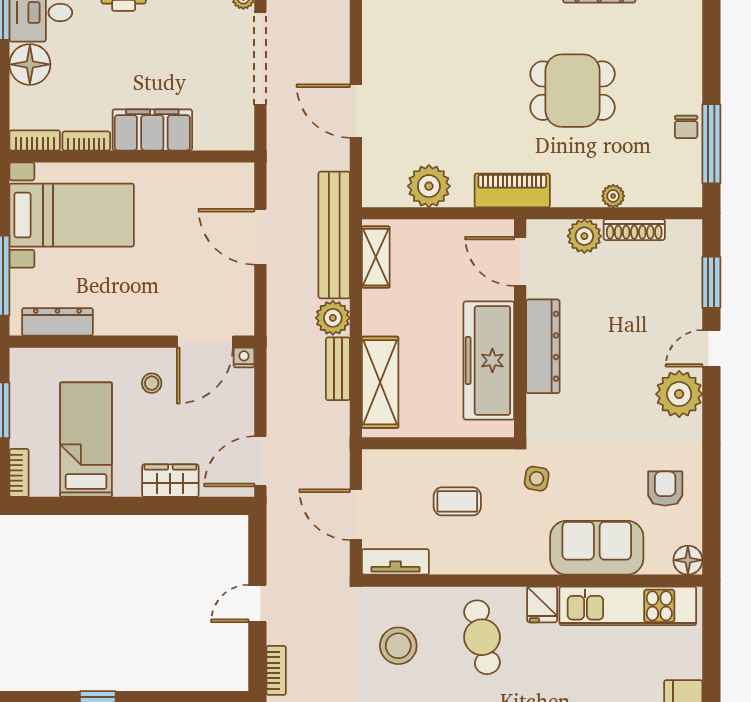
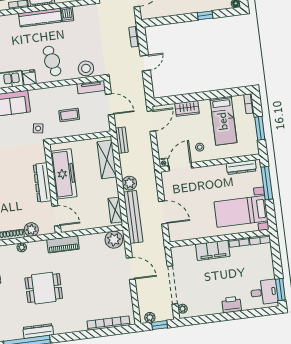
floor lamp: (30, 64) -> (266, 270), removed
plant: (429, 186) -> (114, 240), moved
bench: (338, 369) -> (122, 140), moved
stool: (398, 646) -> (86, 68), moved

